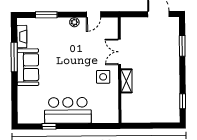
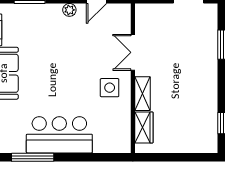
wardrobe: (128, 105) -> (144, 127), added
window: (49, 126) -> (33, 157), width x2.17

